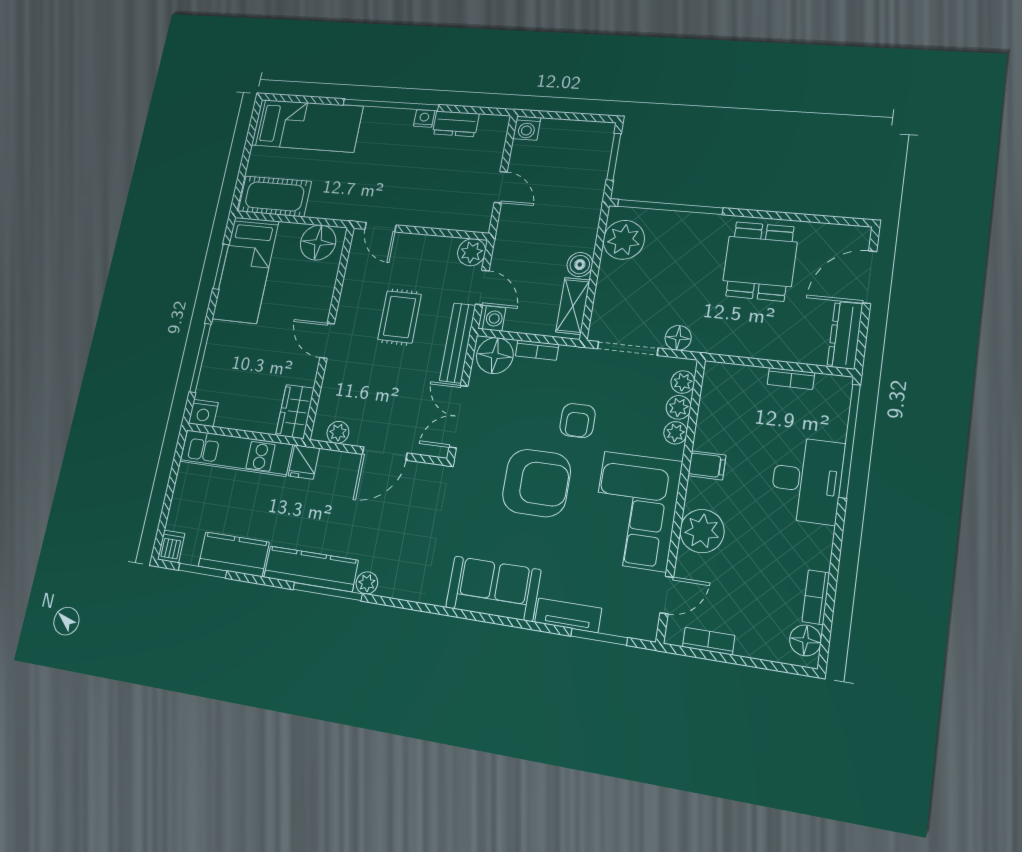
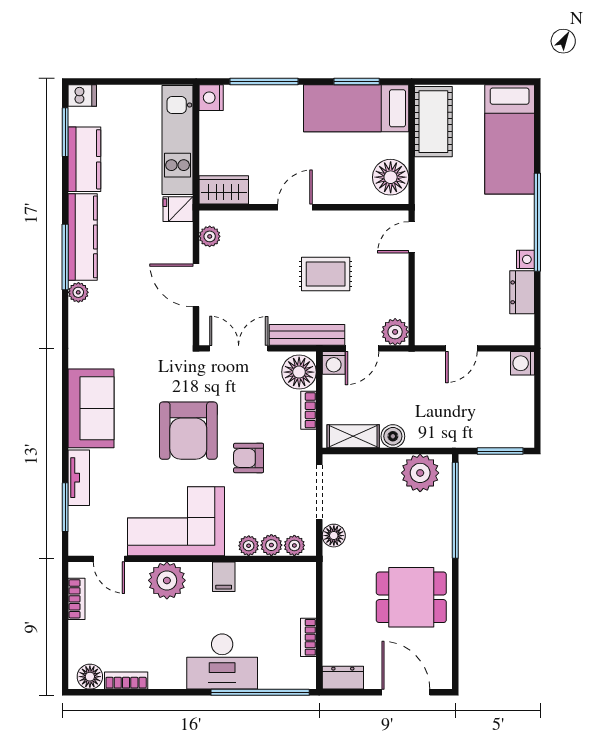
dresser: (845, 335) -> (343, 678), width x0.70

